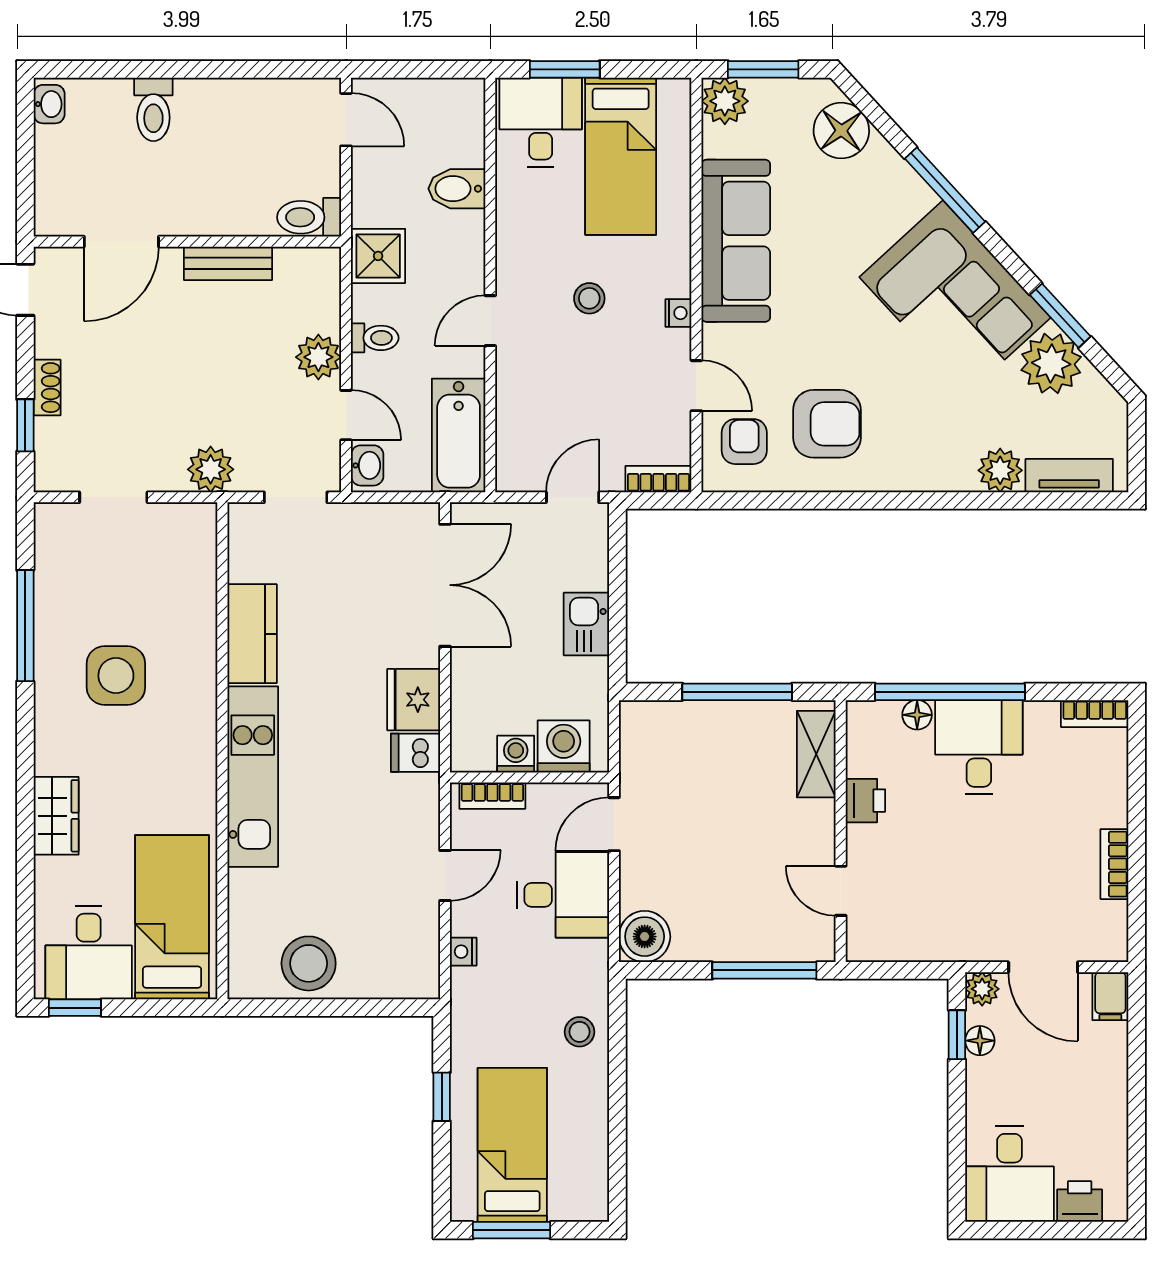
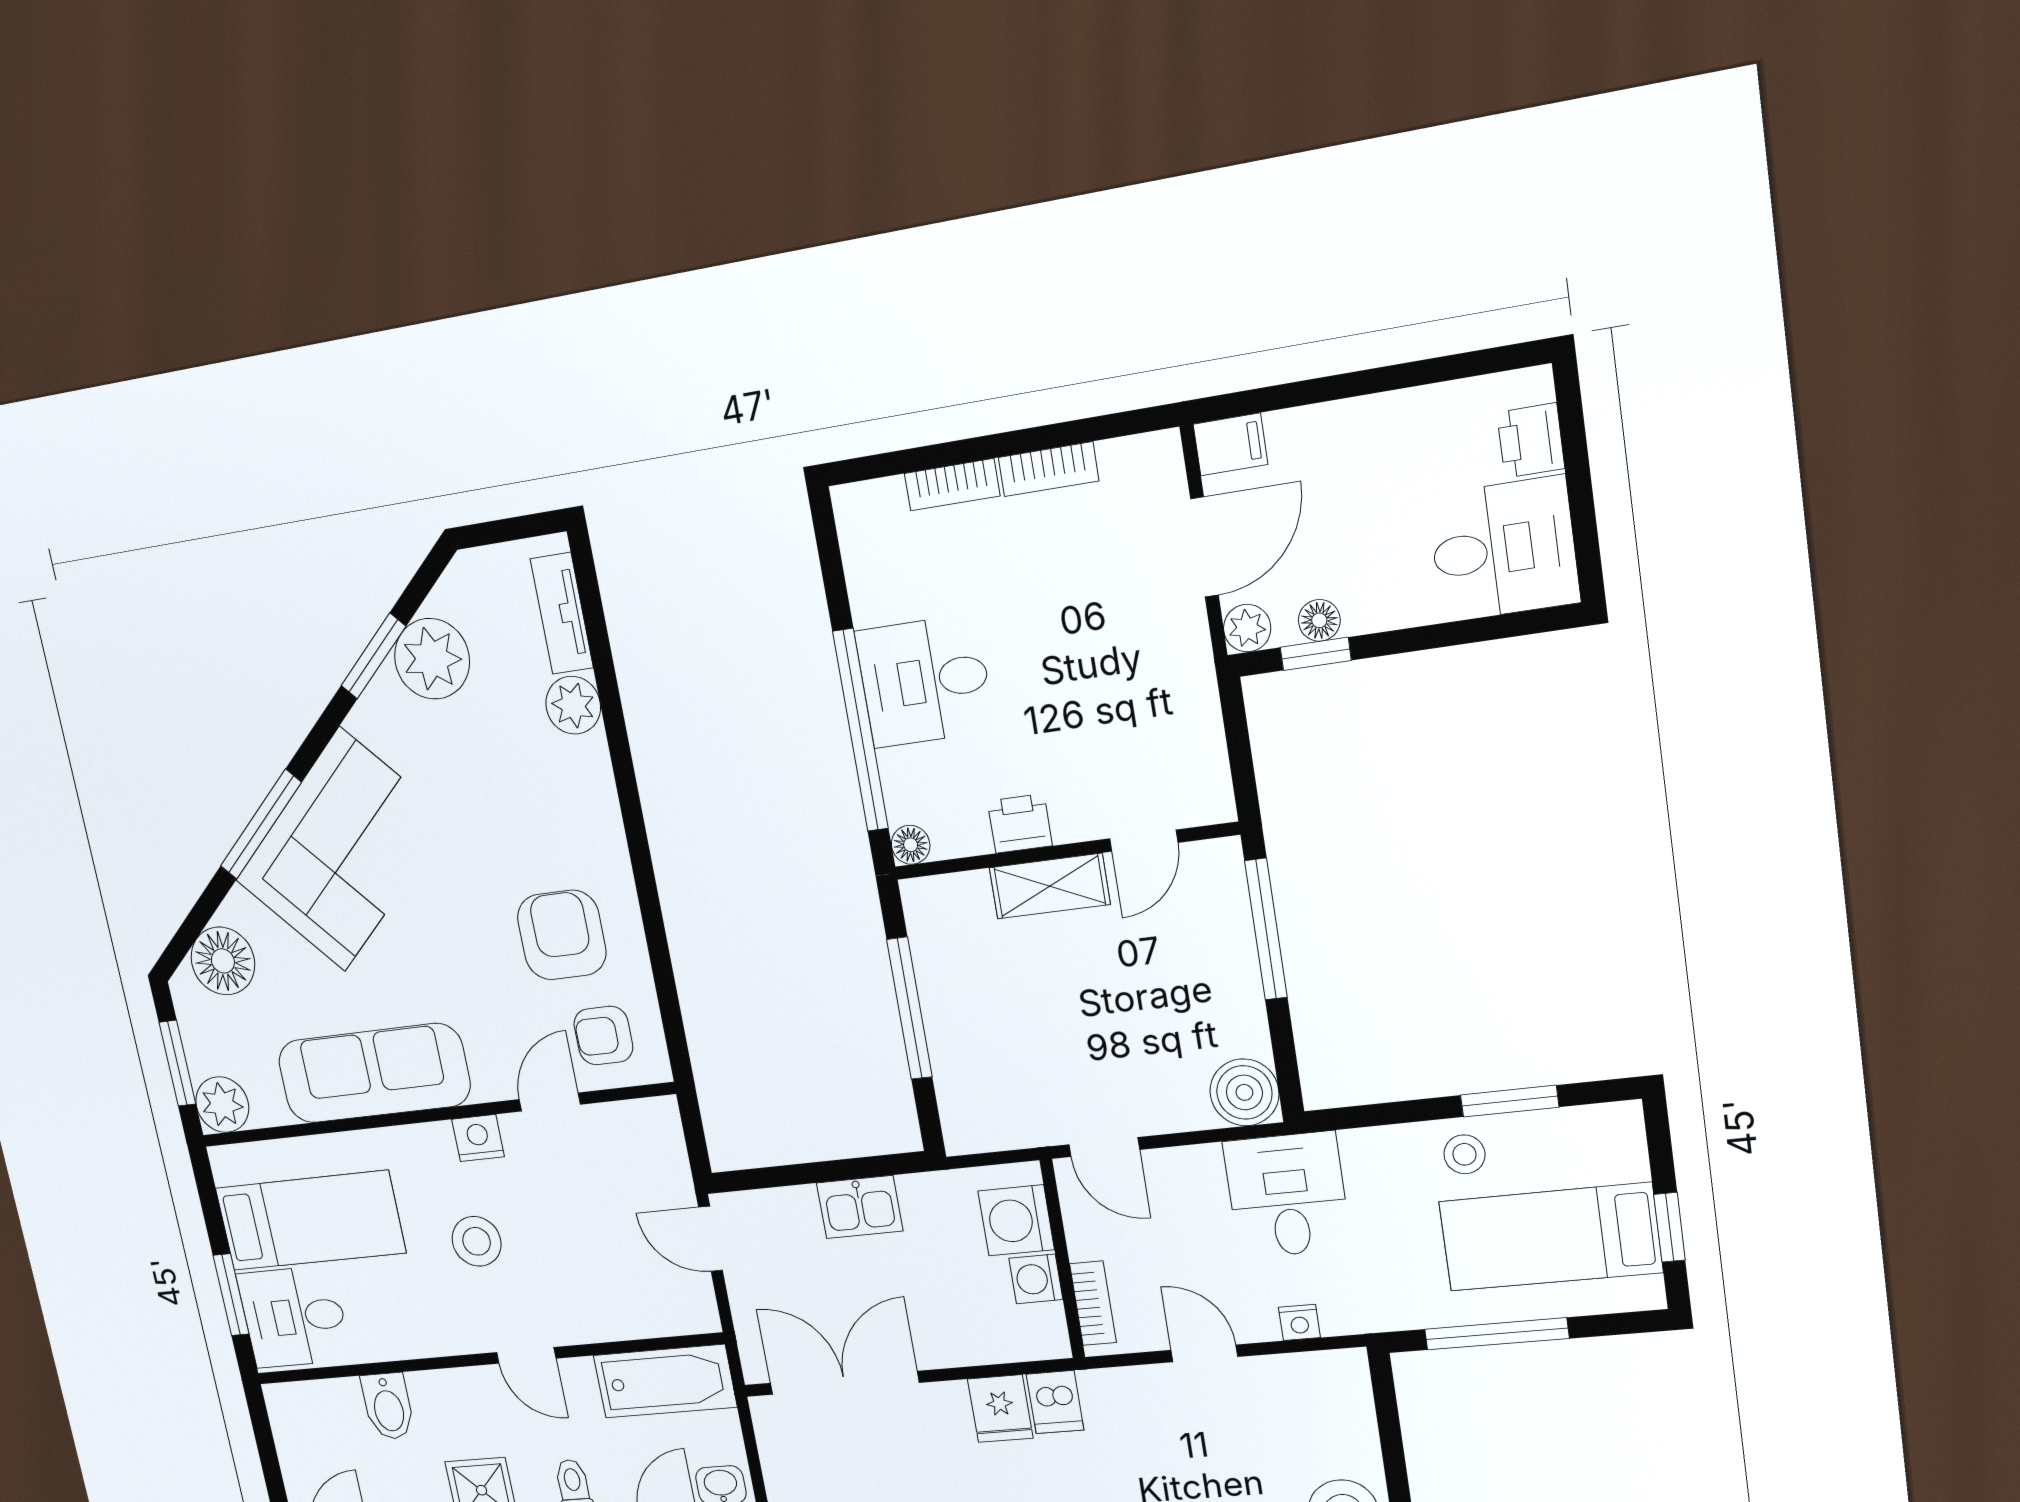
corner sofa: (955, 297) -> (342, 850), moved
stool: (589, 298) -> (477, 1241), width x1.37, depth x1.37
nightstand: (678, 313) -> (478, 1138), width x1.39, depth x1.35
bookcase: (658, 479) -> (669, 1136), removed
fridge: (414, 700) -> (1000, 1409), width x0.72
bookcase: (1095, 714) -> (952, 485), moved, turned 90
floor lamp: (917, 715) -> (911, 845), moved
shelving: (816, 754) -> (1050, 886), moved
desk: (563, 895) -> (1287, 1195), moved
stool: (580, 1032) -> (1464, 1154), moved
window: (442, 1097) -> (1497, 1334), width x2.17
window: (617, 1128) -> (1510, 1101), added
window: (512, 1230) -> (1669, 1227), width x0.67

